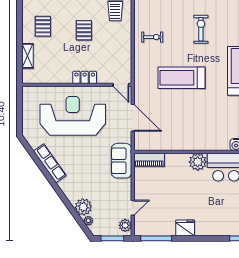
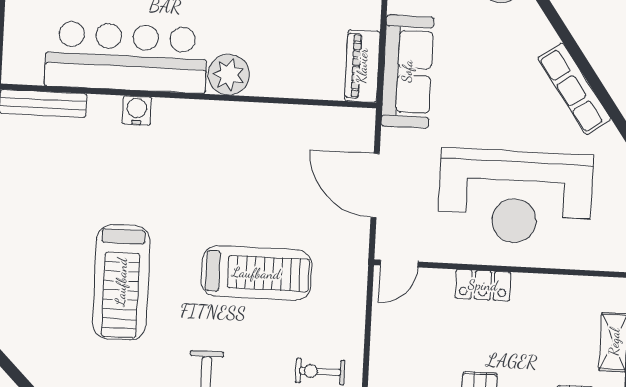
door: (121, 85) -> (399, 263), swing flipped
piano: (149, 160) -> (362, 66), moved, turned -90
sofa: (121, 161) -> (407, 71), width x1.36

